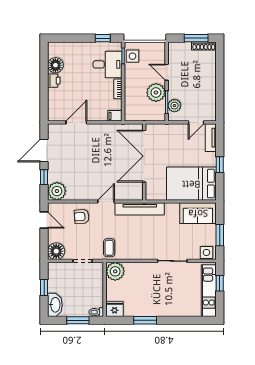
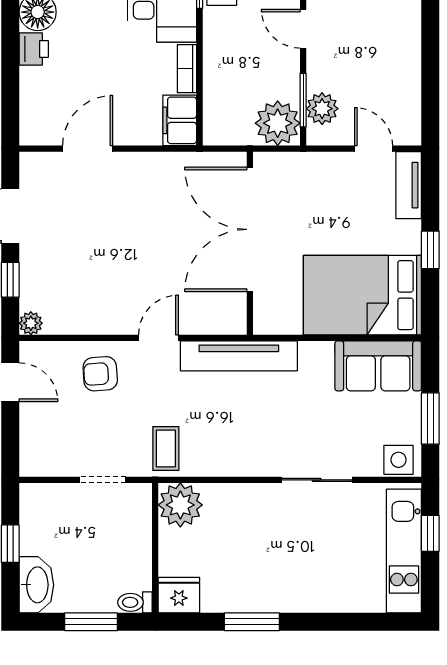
plant: (156, 92) -> (278, 123), moved
filing cabinet: (115, 116) -> (180, 120), width x2.00
door: (196, 122) -> (374, 149), swing flipped
plant: (57, 191) -> (31, 323), width x0.53, depth x0.53
floor lamp: (56, 251) -> (39, 457), removed

